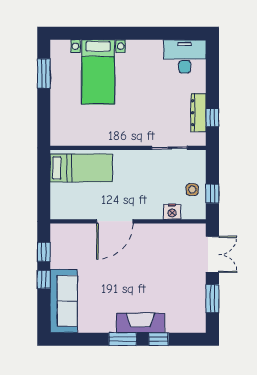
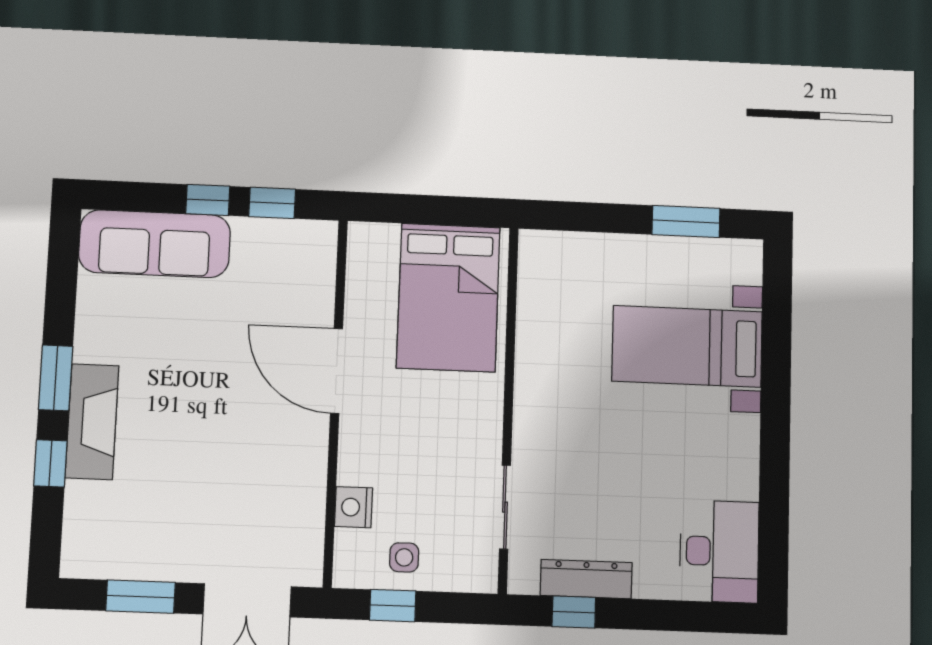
bed: (81, 168) -> (448, 298), width x1.50

